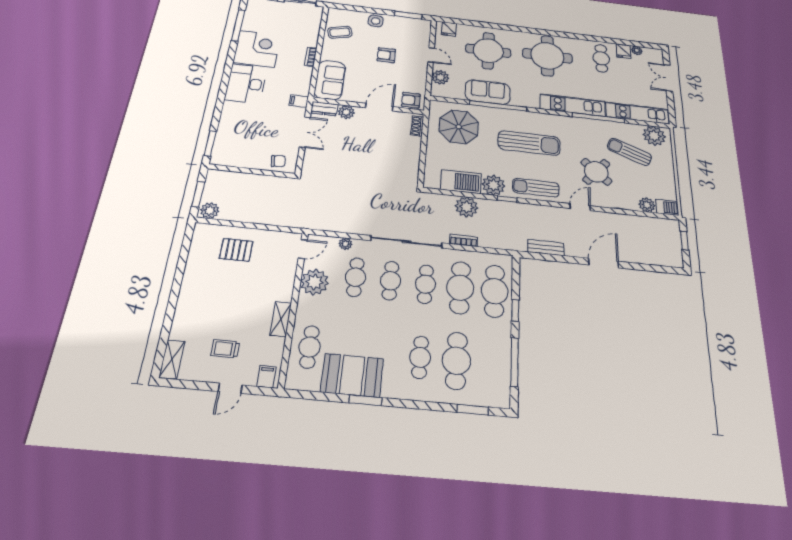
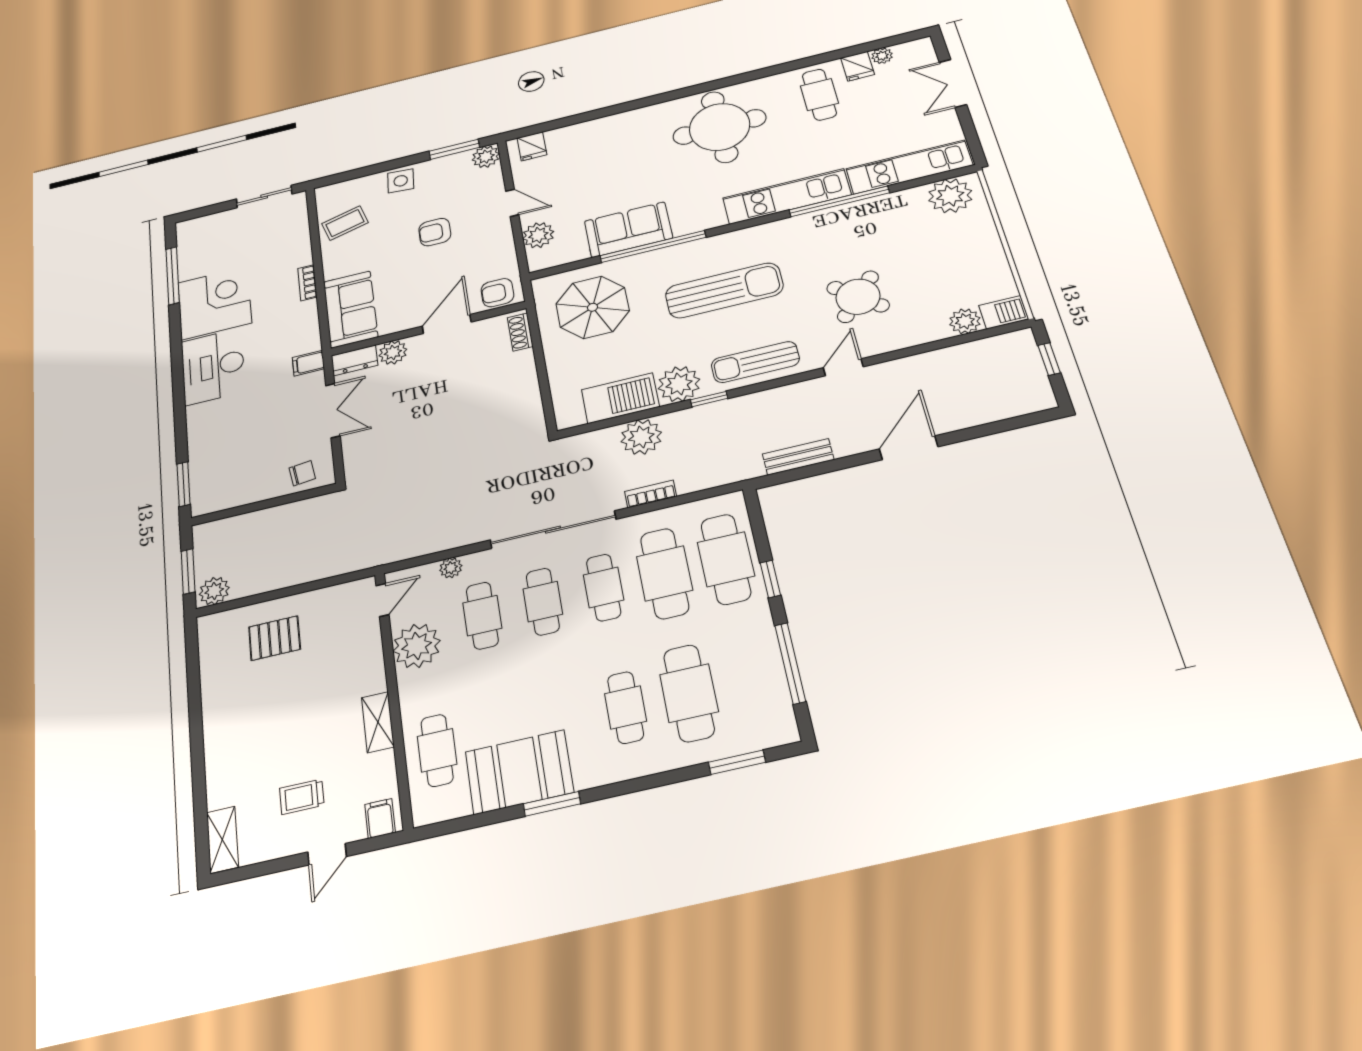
plant: (424, 25) -> (486, 157), added
round table: (488, 51) -> (611, 158), removed
sun lounger: (629, 152) -> (911, 241), removed

